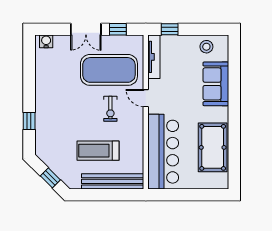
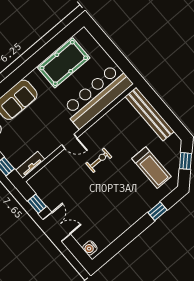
tv unit: (154, 57) -> (30, 165), width x0.71
exercise mat: (109, 70) -> (72, 185), removed
door: (146, 98) -> (69, 141), hinge flipped
treadmill: (98, 151) -> (151, 168), moved

